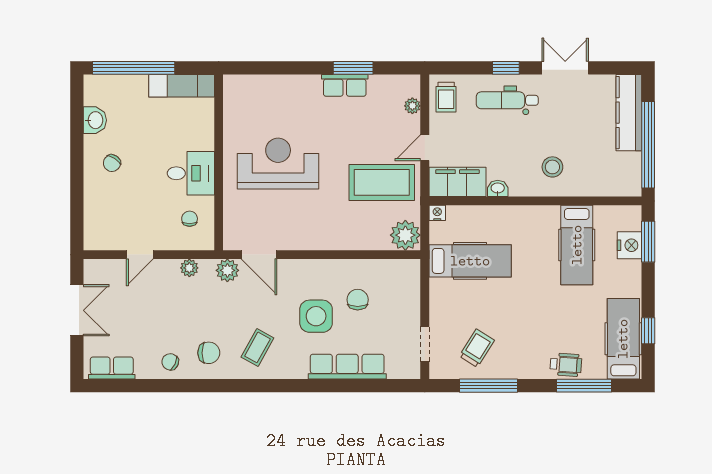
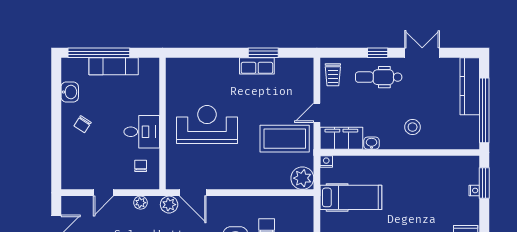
exam couch: (182, 86) -> (114, 66), moved
plant: (412, 106) -> (308, 81), removed
hospital bed: (577, 245) -> (431, 186), removed
nightstand: (629, 245) -> (474, 190), width x0.53, depth x0.56

